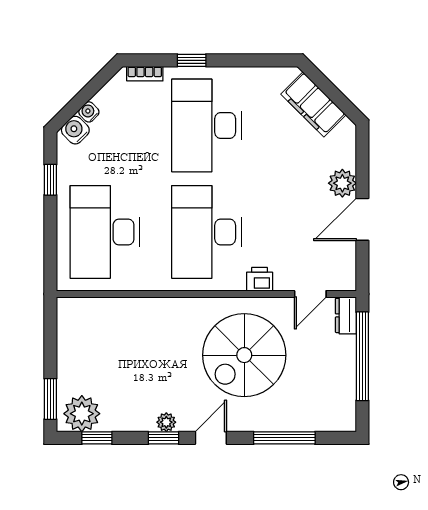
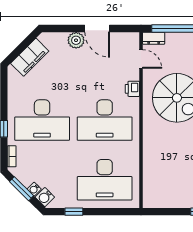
window: (90, 90) -> (22, 189), added

